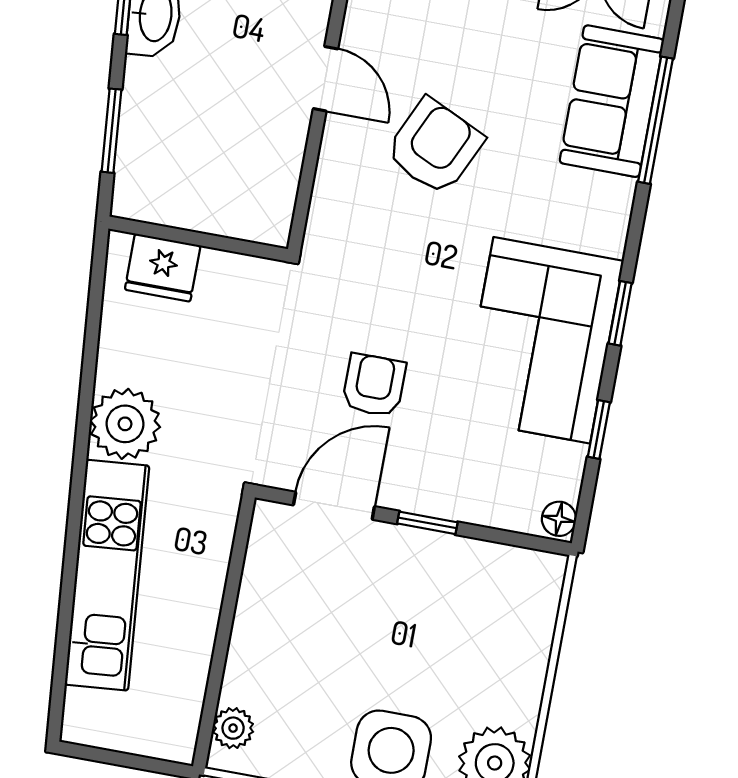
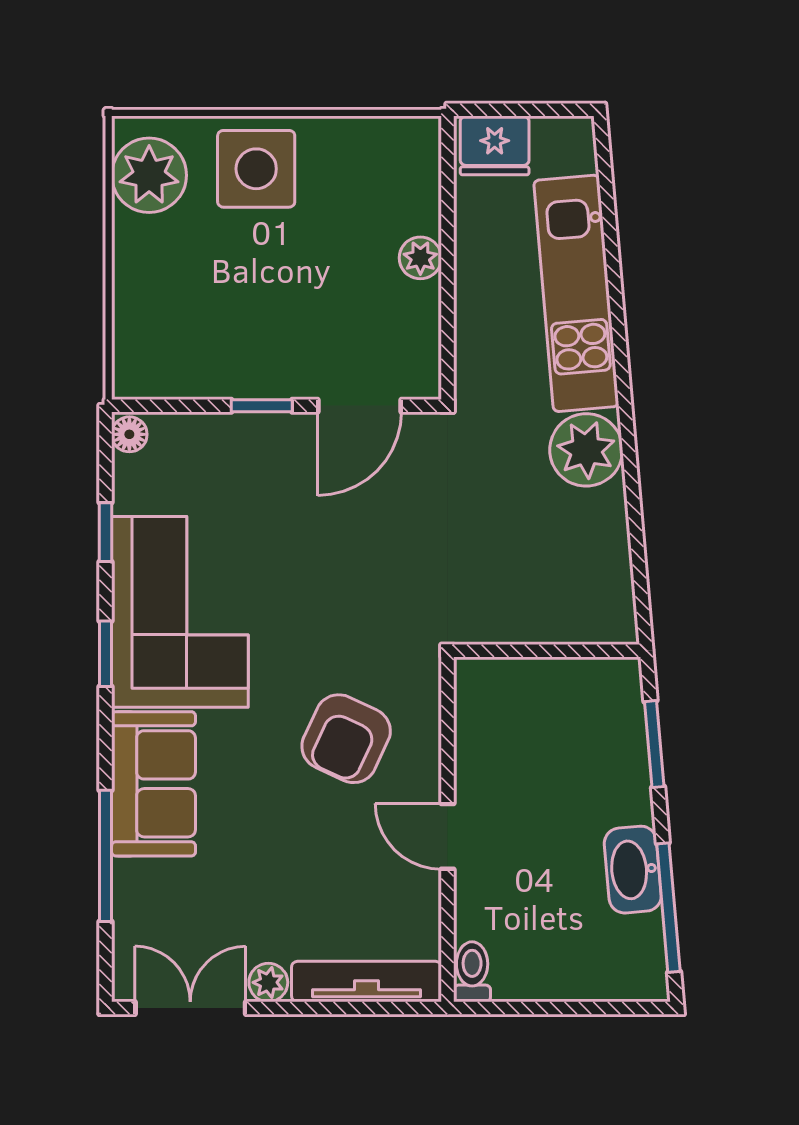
sofa: (612, 101) -> (154, 784), moved
armchair: (435, 146) -> (346, 739), moved
fridge: (163, 268) -> (495, 145), moved, turned 180
armchair: (374, 385) -> (341, 535), removed
plant: (233, 728) -> (420, 258), moved

